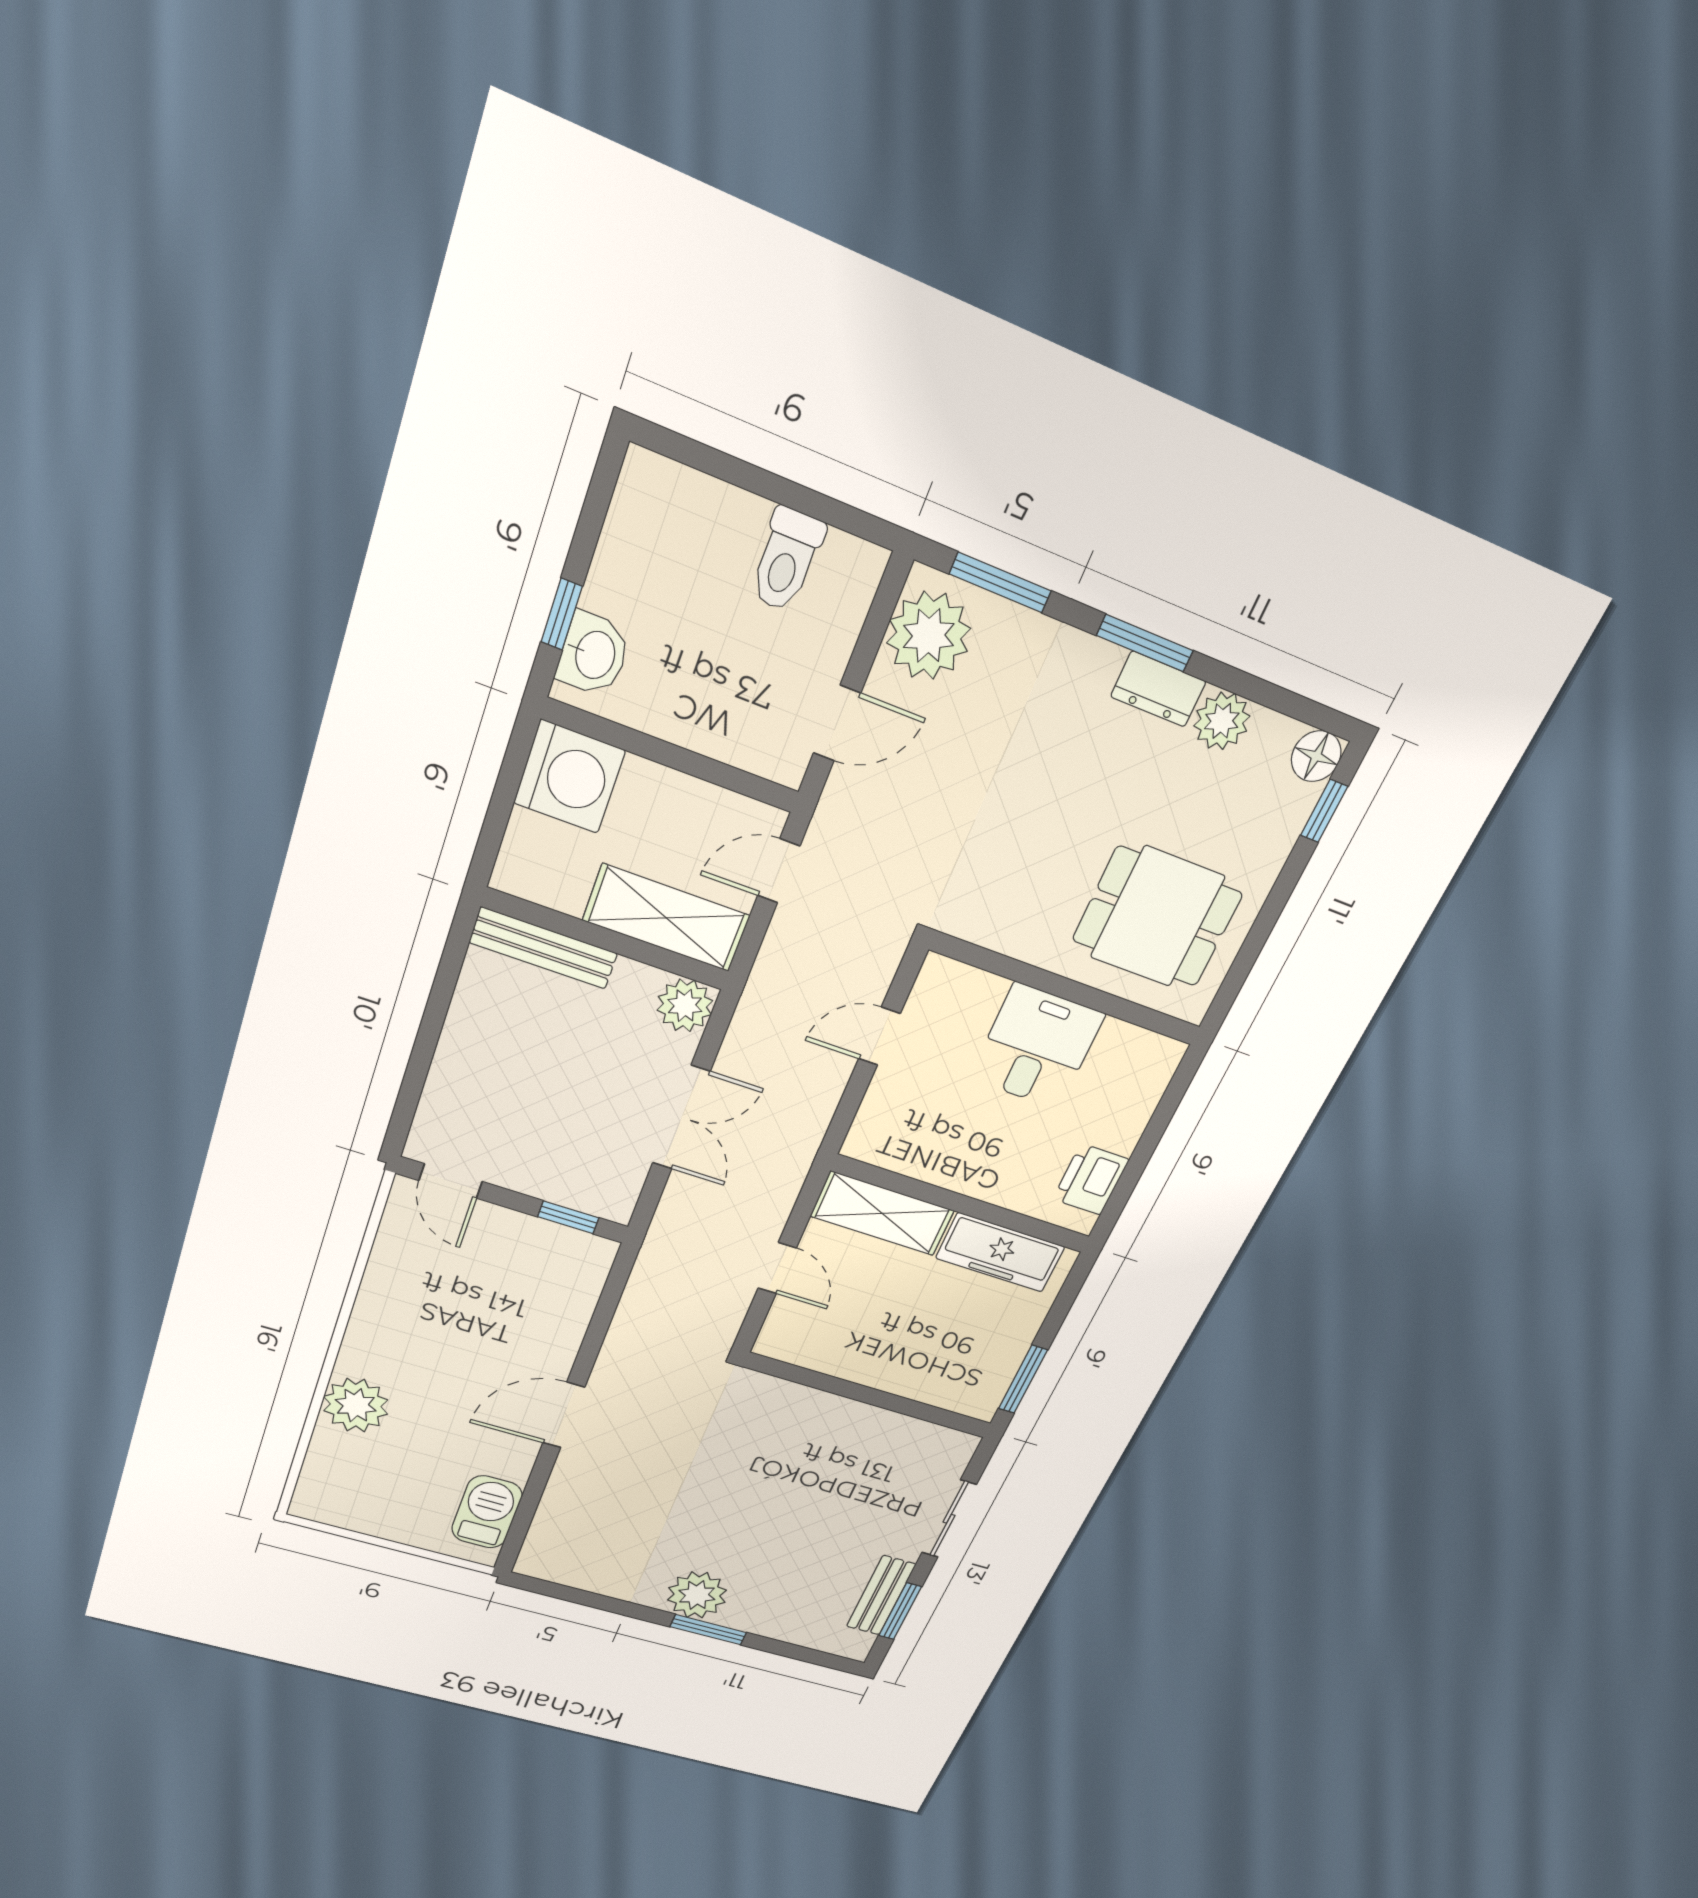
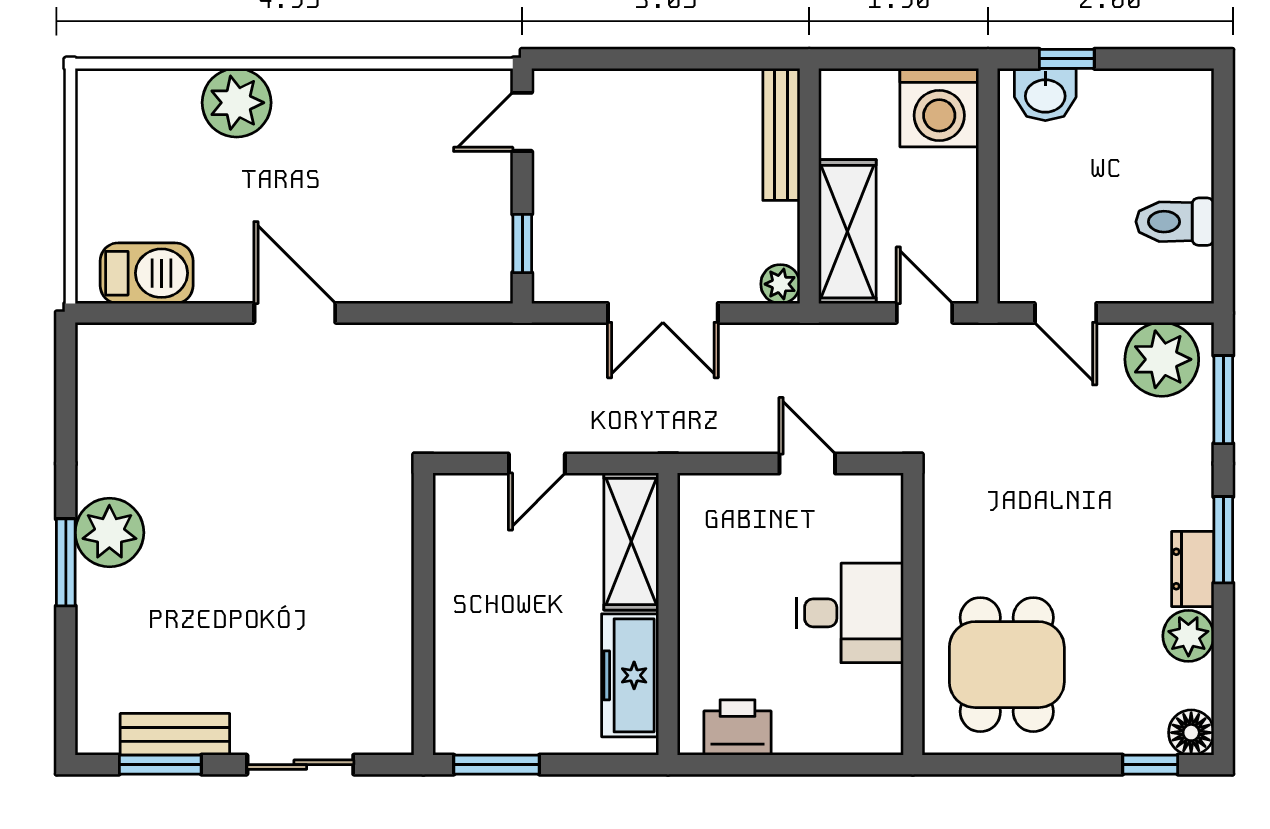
plant: (685, 1005) -> (780, 284), width x0.73, depth x0.73

